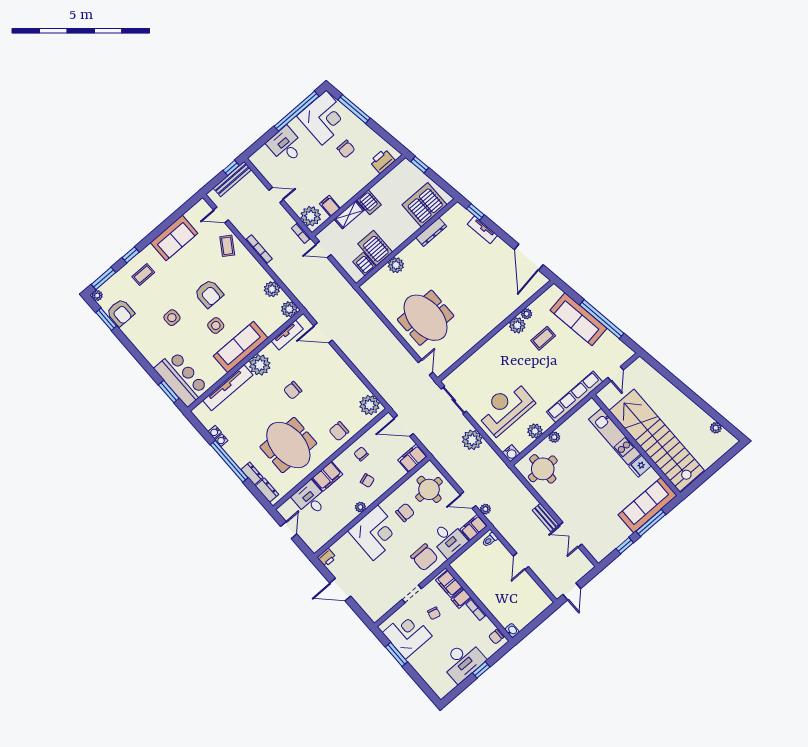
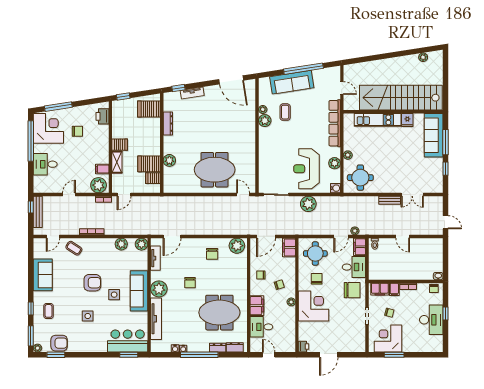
server rack: (424, 205) -> (149, 109), width x0.62
chair: (339, 431) -> (212, 254), moved

